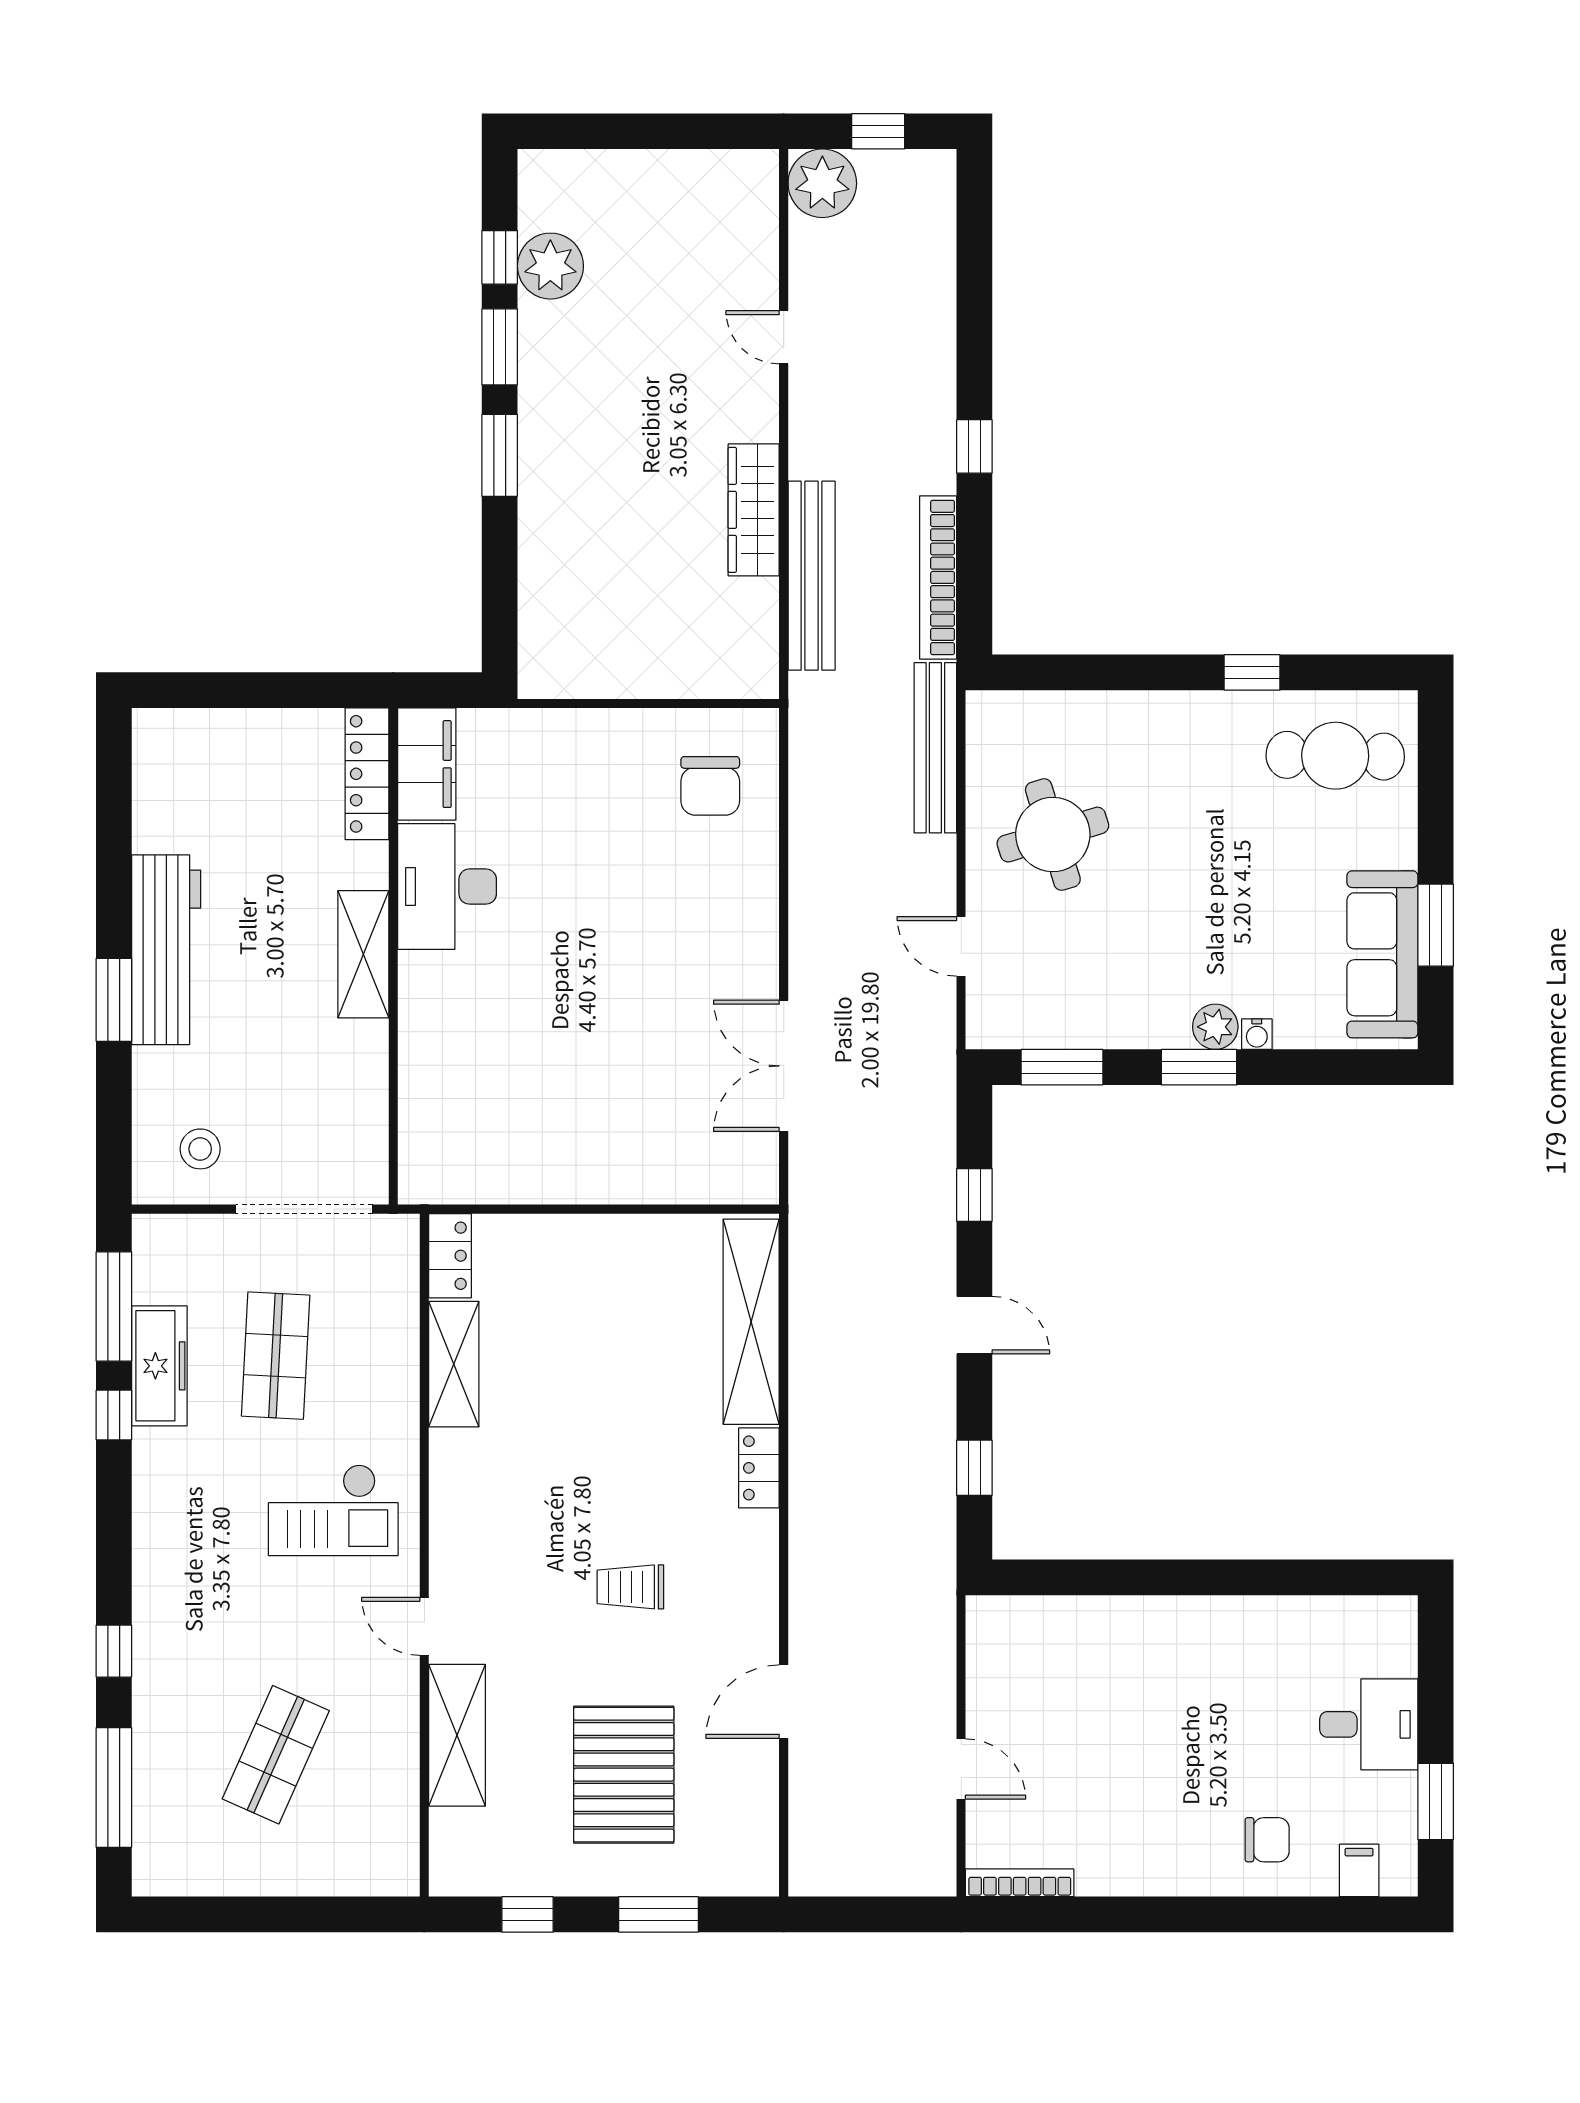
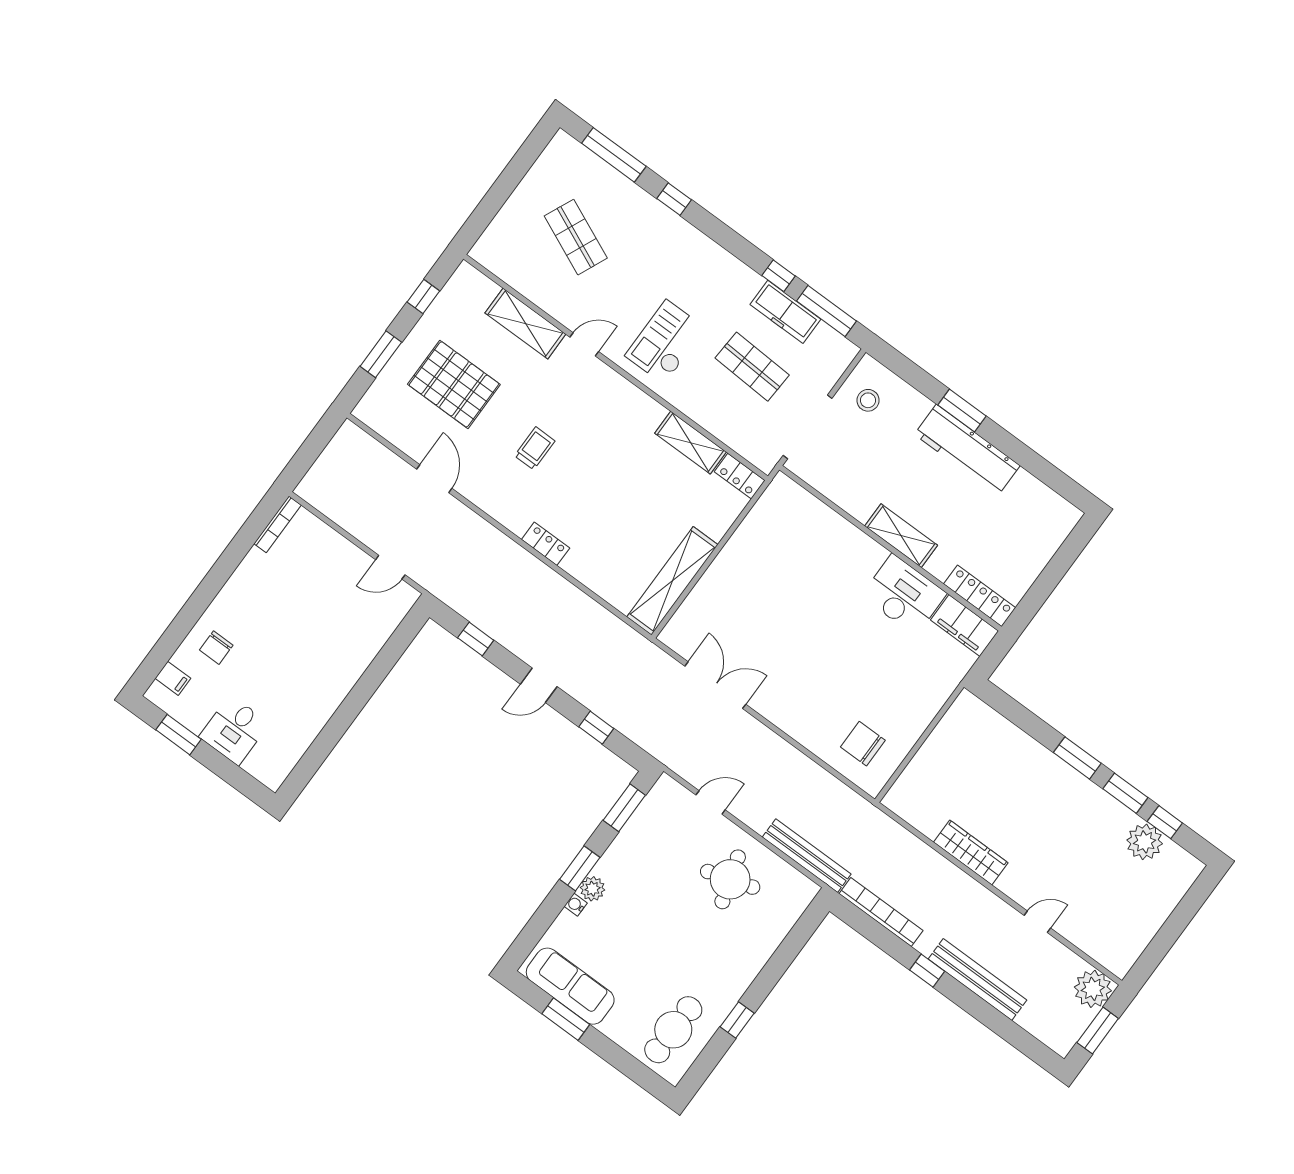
window: (878, 131) -> (1098, 1030), width x1.50
bench: (812, 576) -> (977, 979), moved
shelving: (751, 1322) -> (672, 581), moved, turned 90
door: (961, 1769) -> (390, 567), moved

